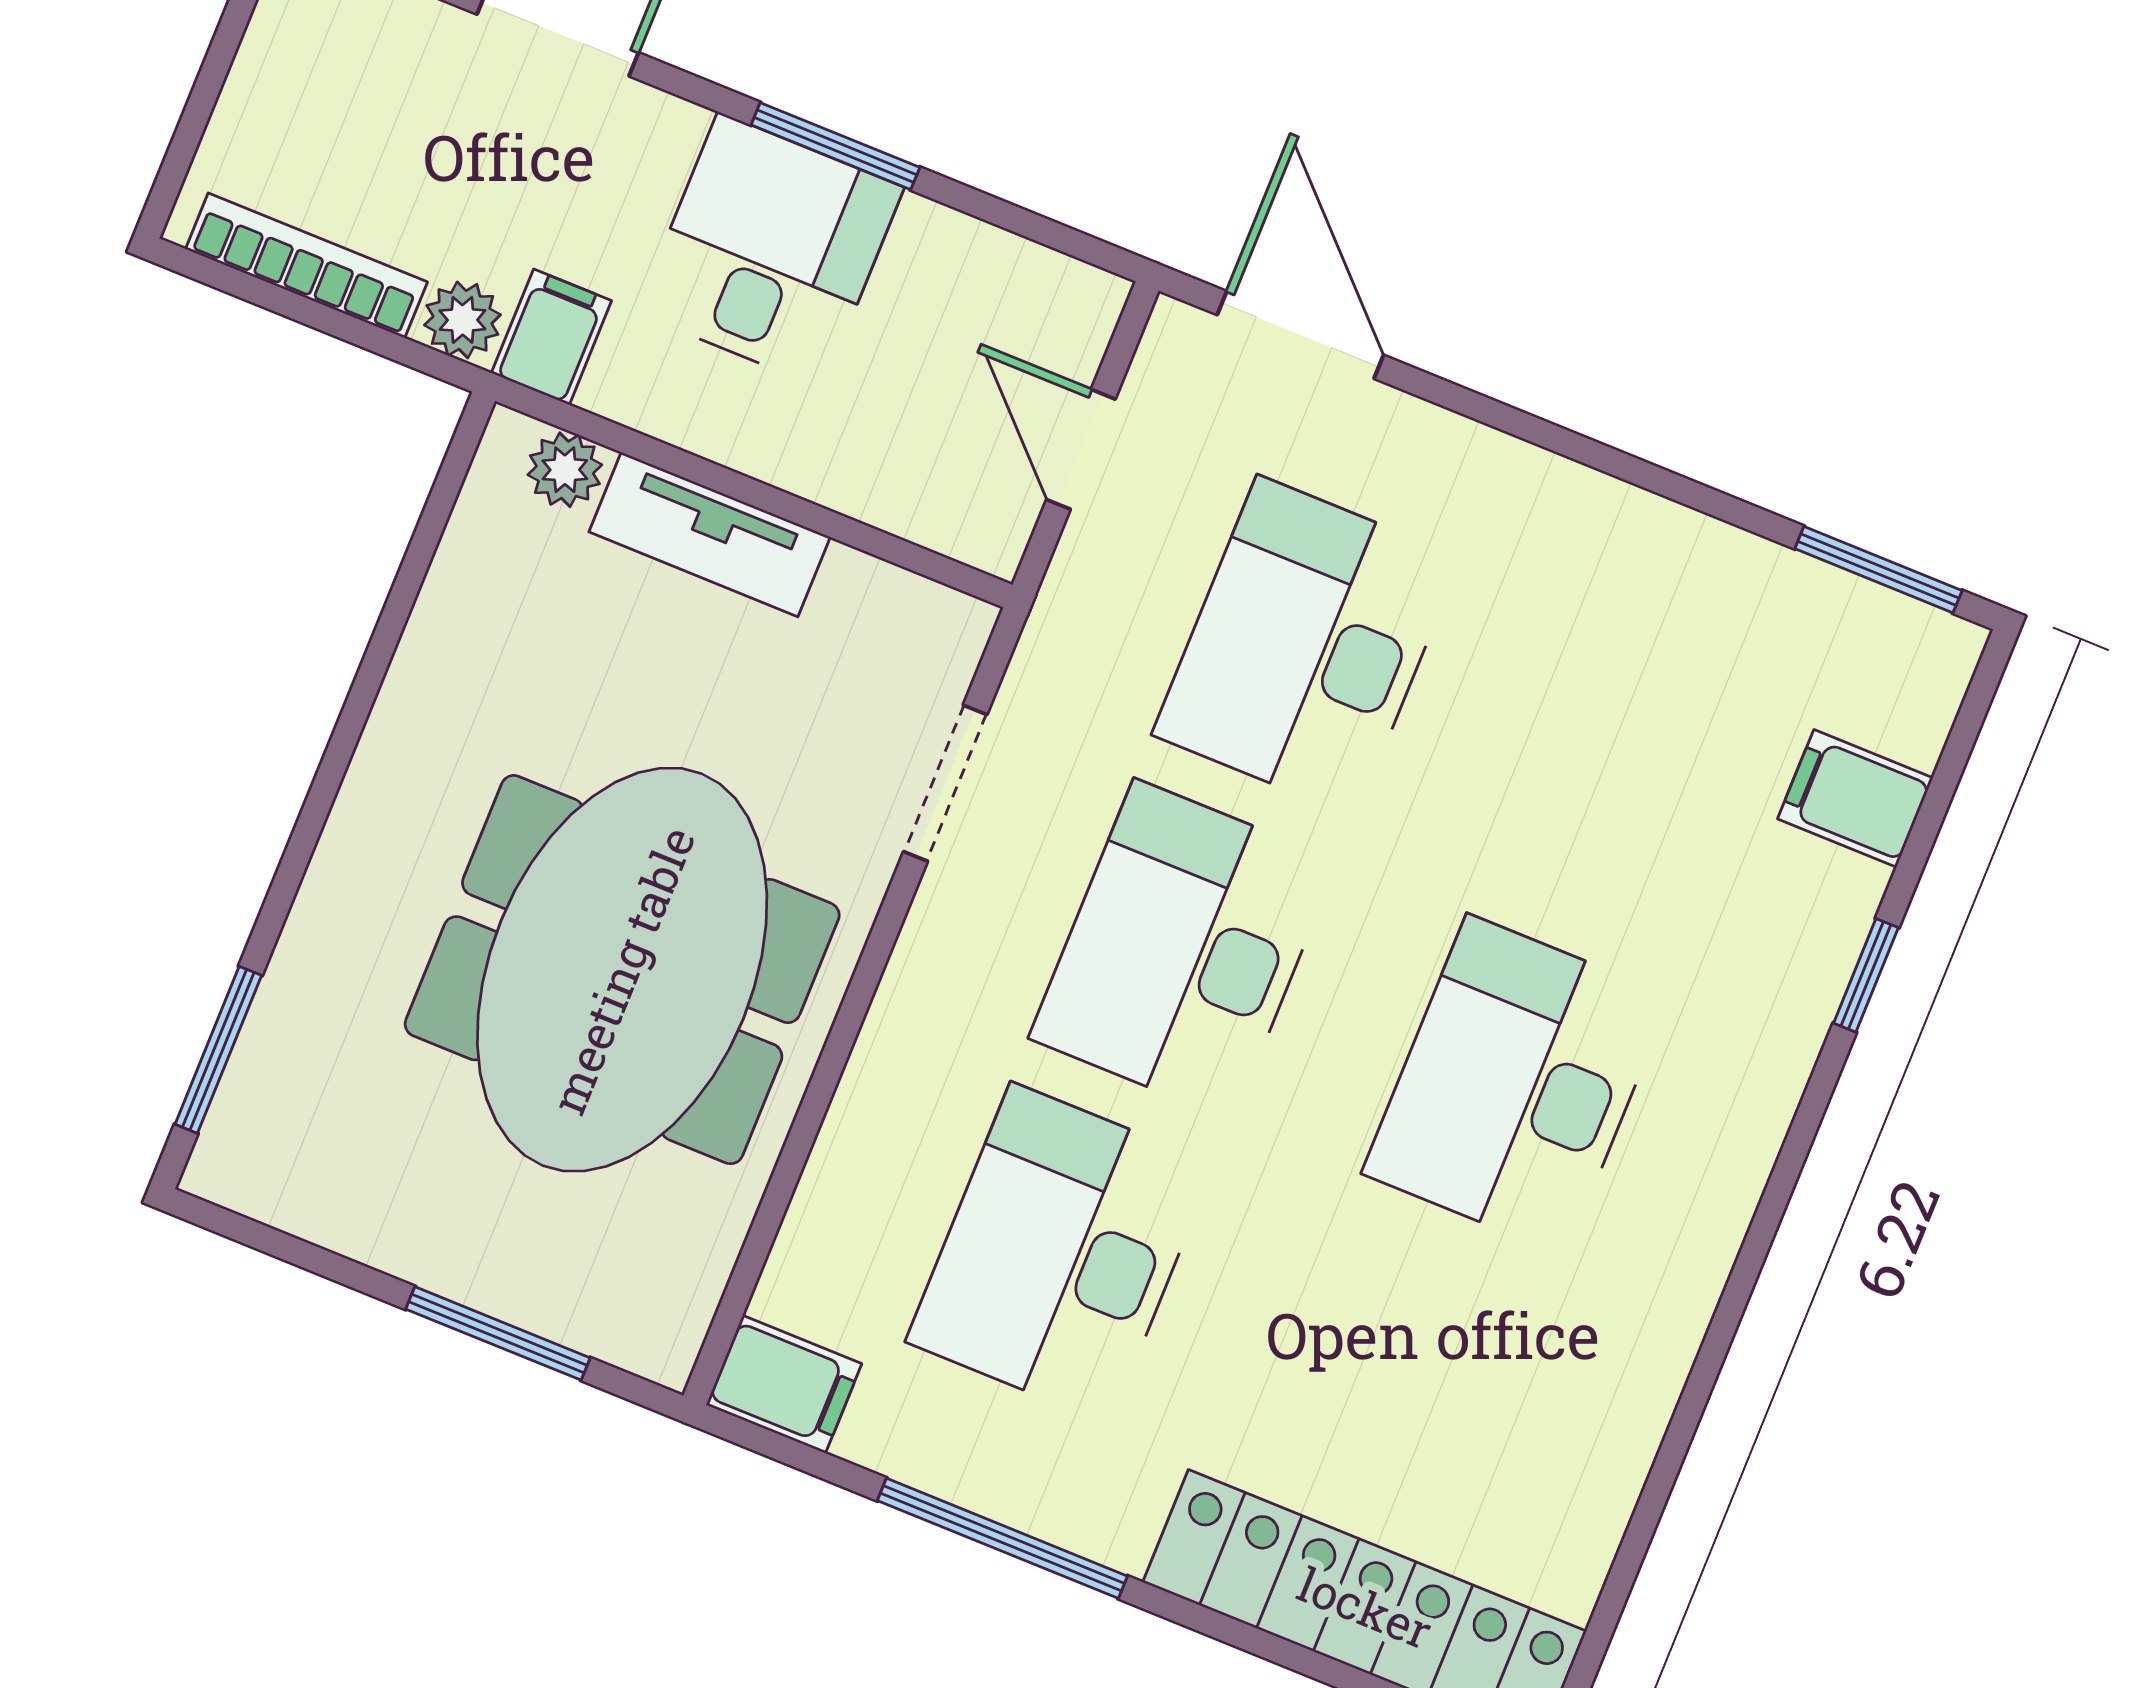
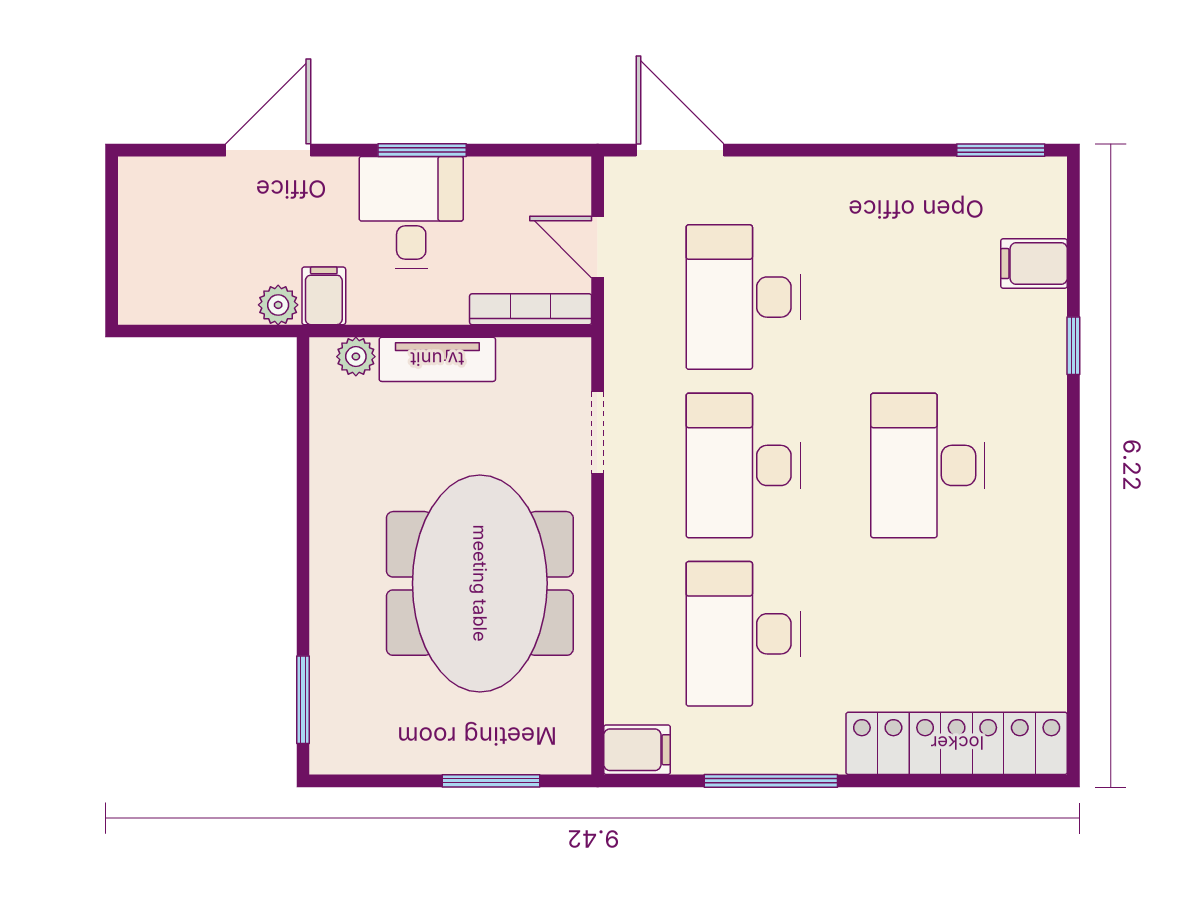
bookcase: (306, 265) -> (531, 309), moved

